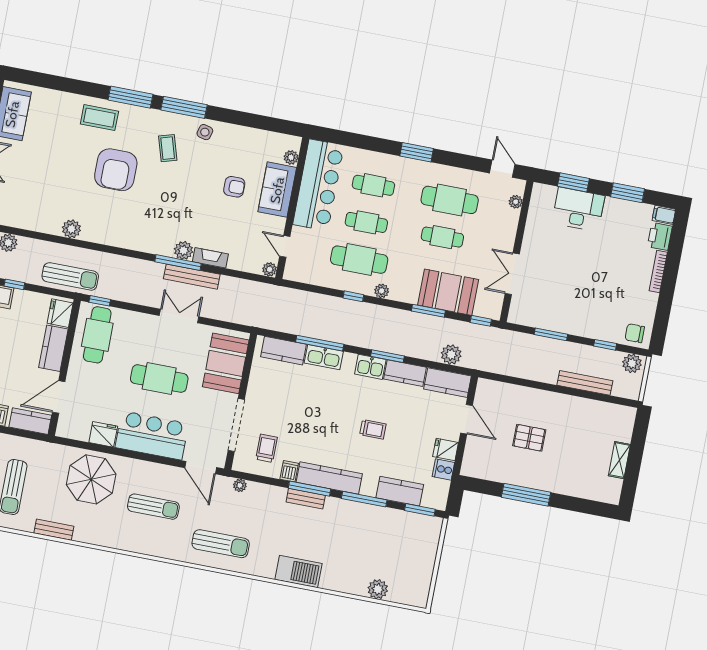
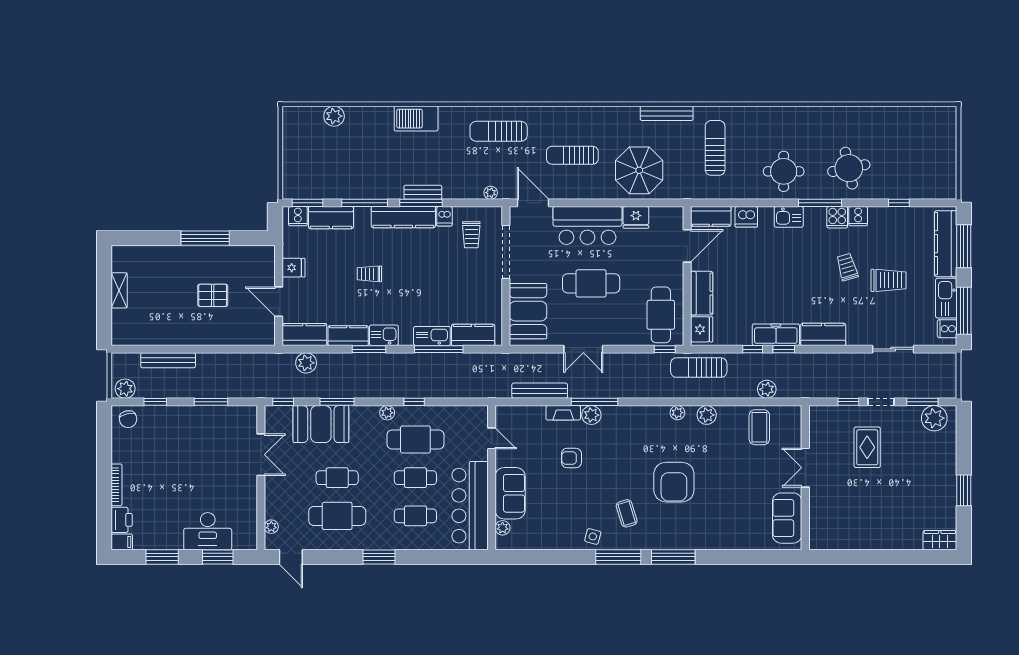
coffee table: (99, 118) -> (759, 427), moved, turned 90
armchair: (116, 170) -> (674, 482), turned 180
armchair: (234, 187) -> (571, 458), moved
plant: (270, 269) -> (677, 413), moved
bench: (192, 277) -> (540, 391), moved
chair: (635, 333) -> (128, 419), turned 77
cooker: (443, 469) -> (298, 216), moved, turned 90
bench: (54, 530) -> (667, 113), width x1.36

